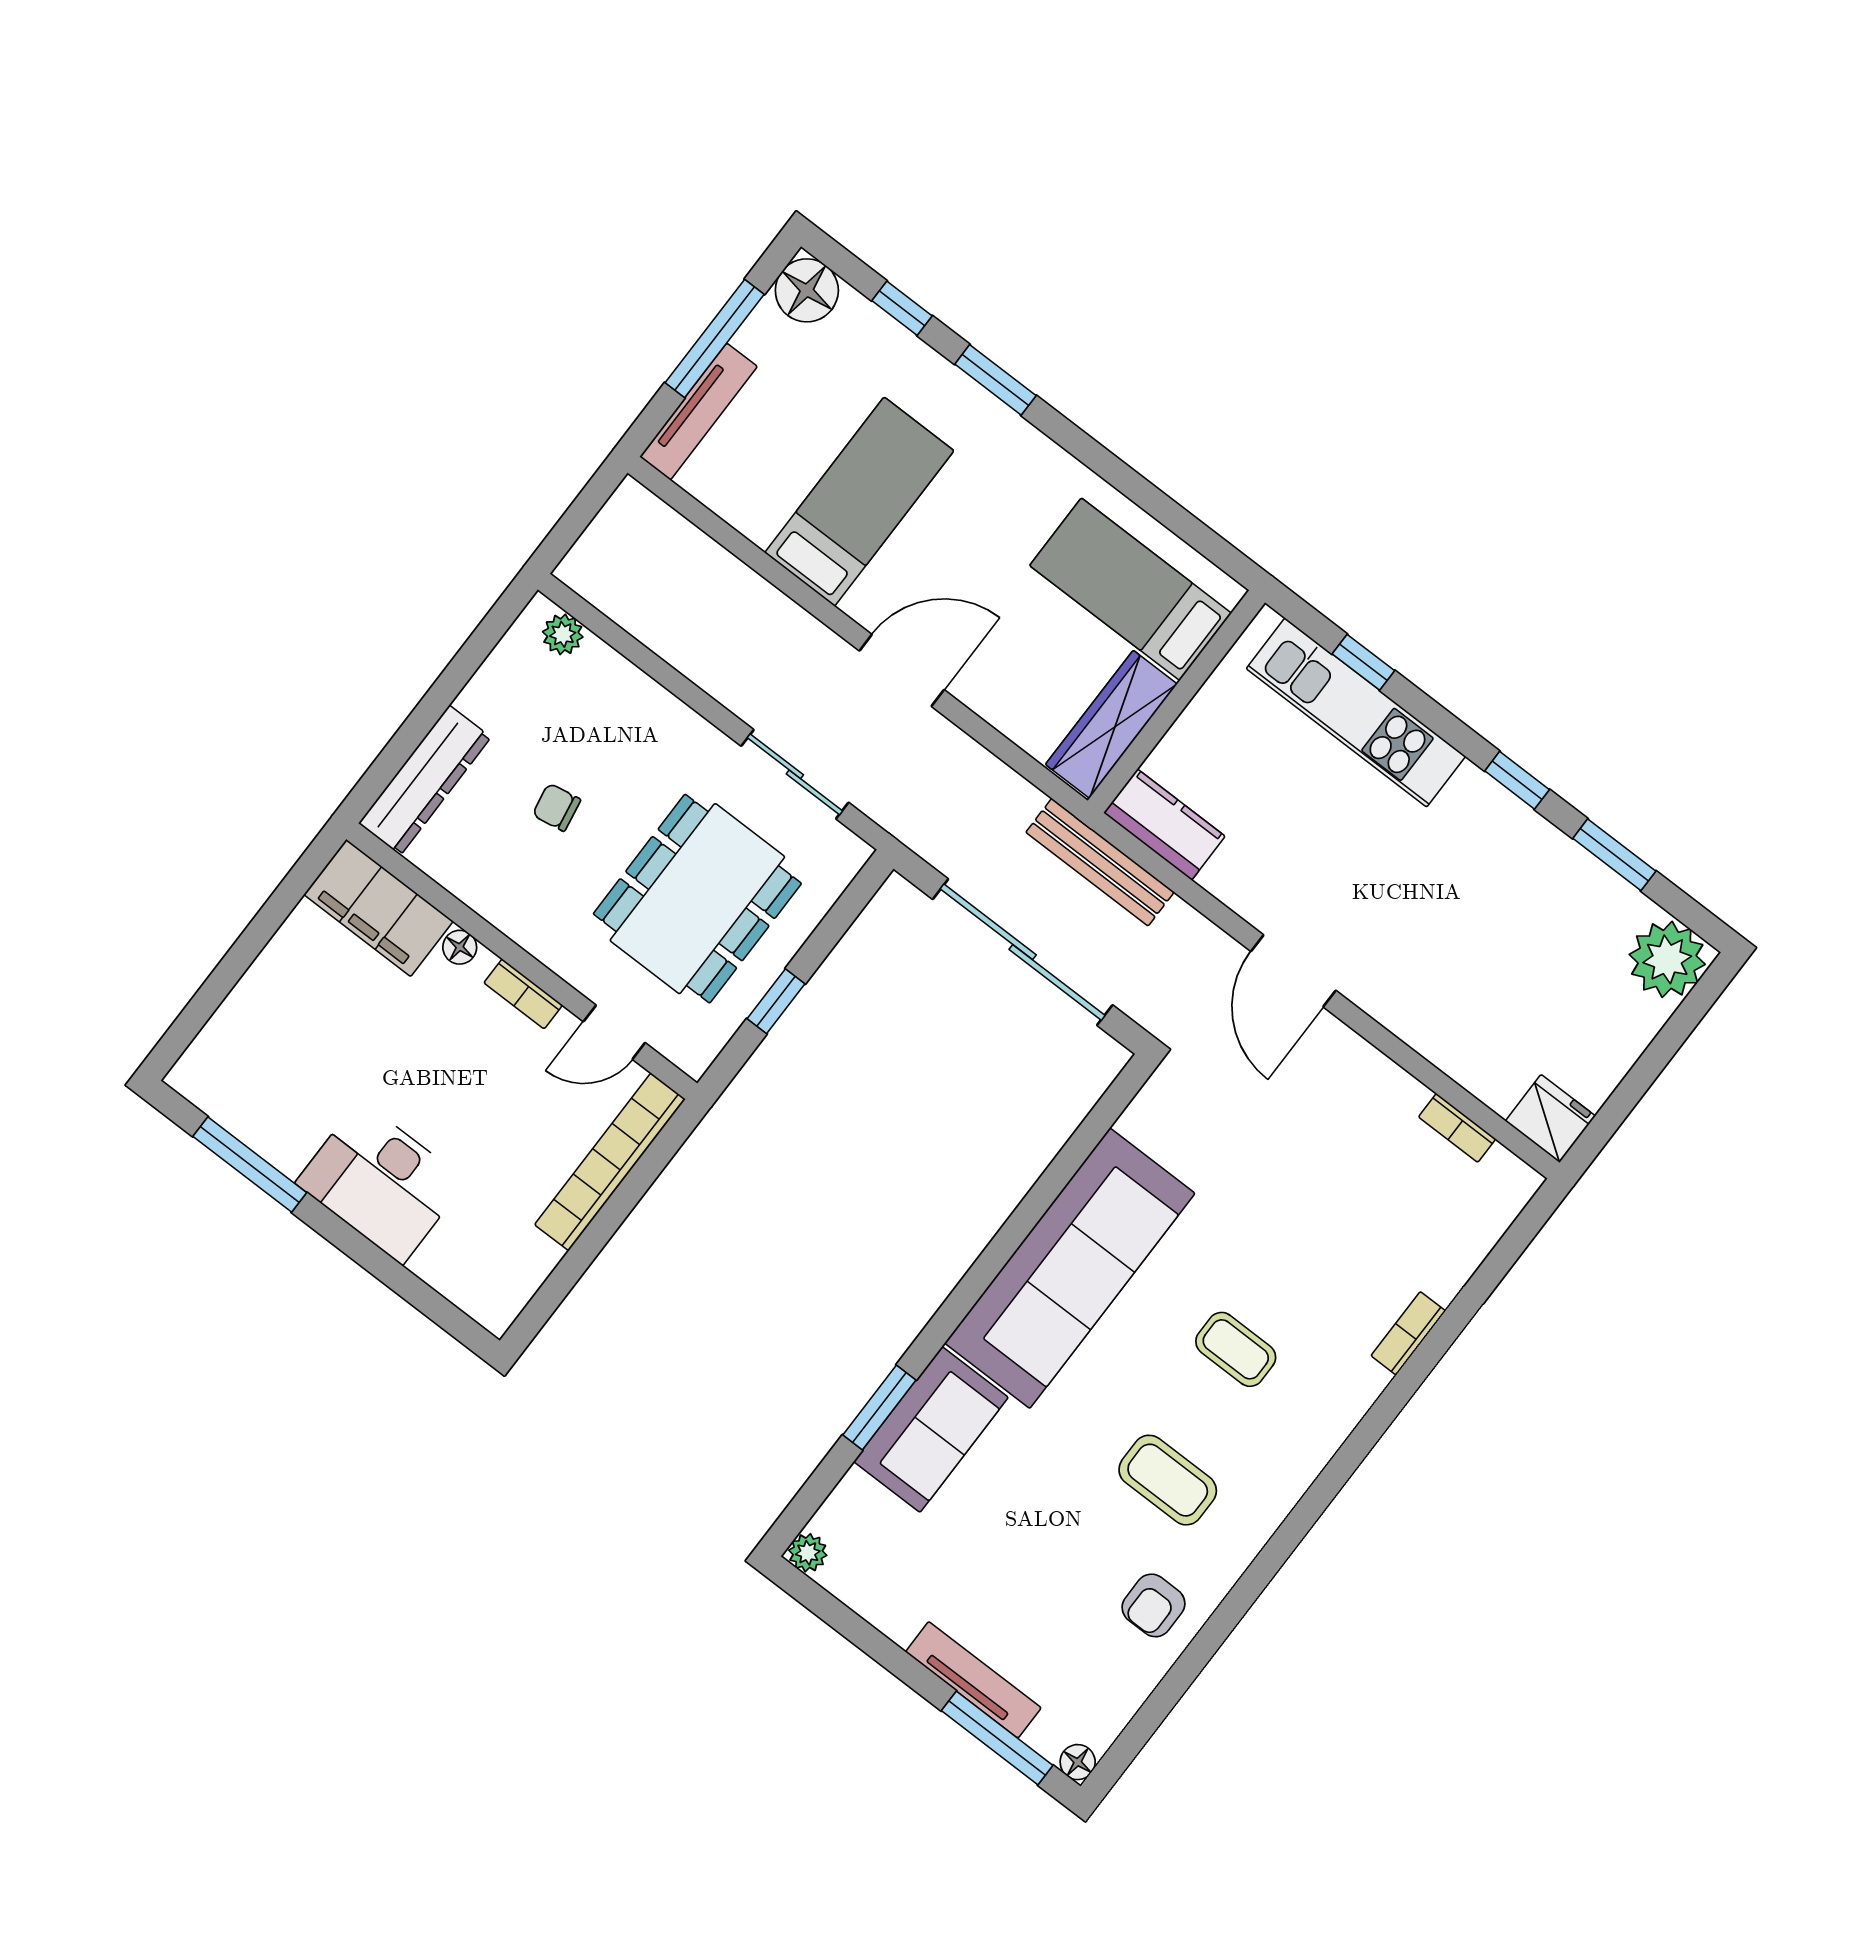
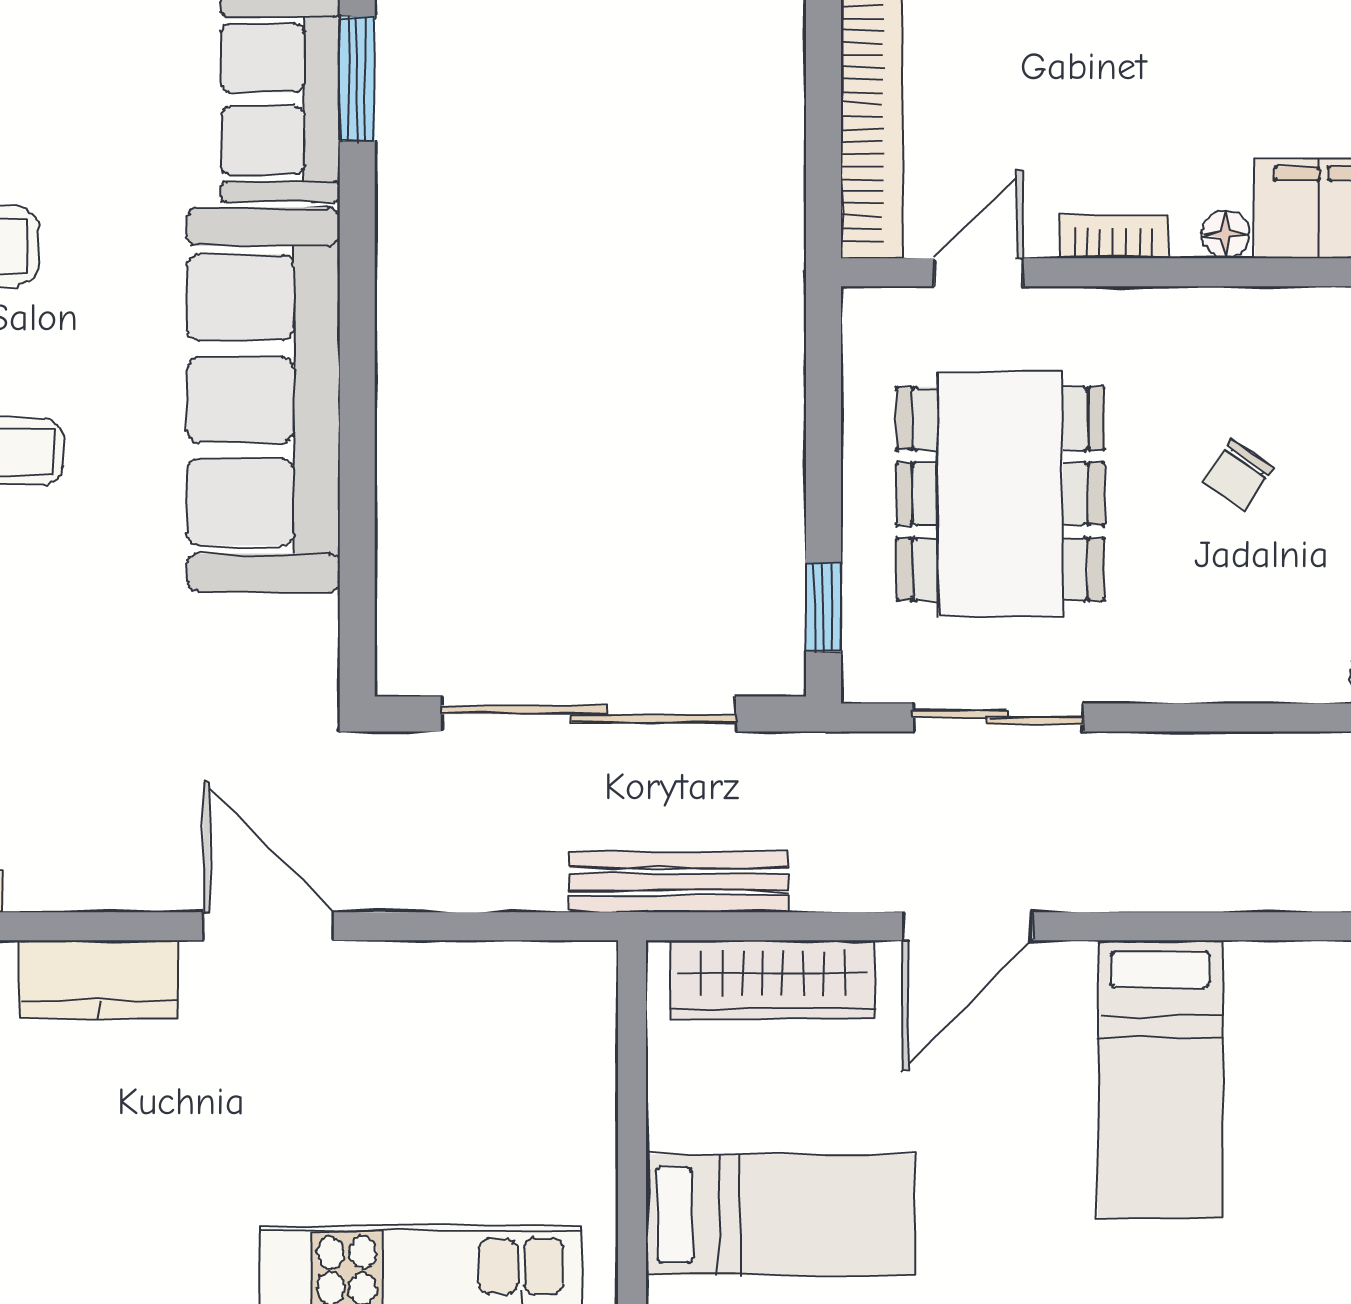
wardrobe: (1111, 724) -> (772, 980), moved, turned 90
chair: (556, 807) -> (1237, 475), turned 135
kitchen counter: (1164, 825) -> (98, 980), moved
bench: (1100, 862) -> (679, 882), moved
window: (776, 1001) -> (823, 607), moved

